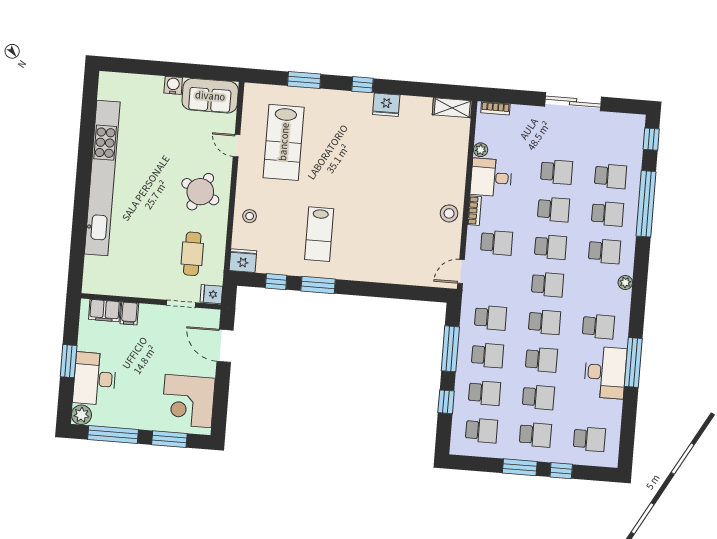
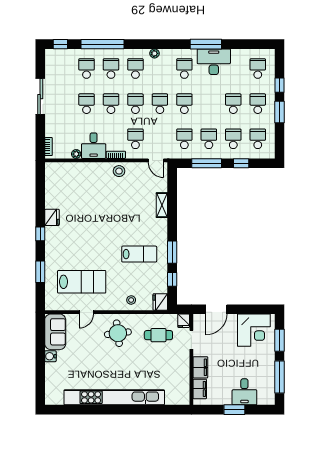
shelving: (452, 108) -> (162, 205), moved
round table: (200, 192) -> (118, 333), turned -34
filing cabinet: (129, 313) -> (200, 367), width x2.00
school desk: (541, 360) -> (209, 104), removed
desk: (95, 379) -> (244, 392), width x0.73
plant: (81, 415) -> (268, 398), removed

